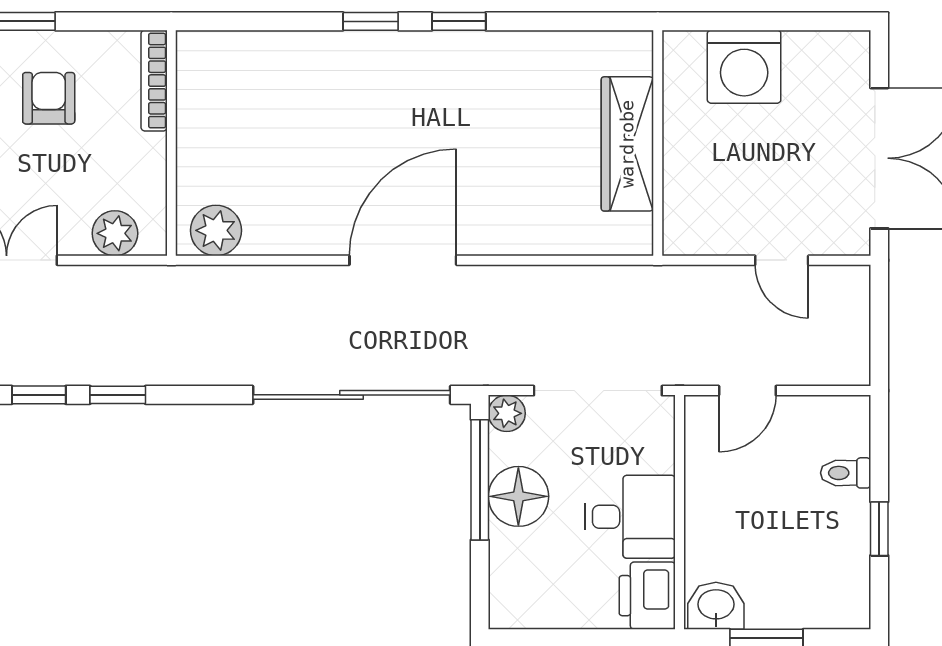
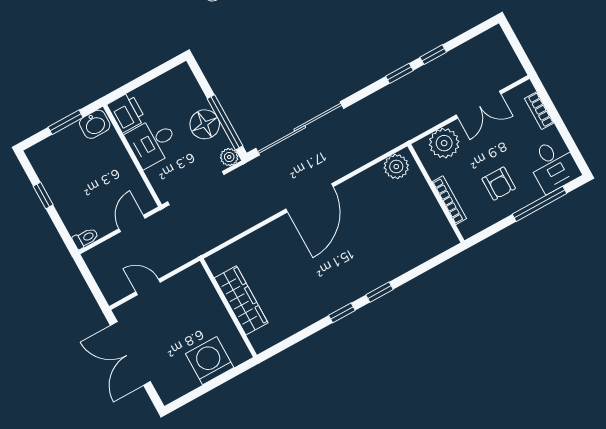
bookcase: (154, 81) -> (449, 200), moved
plant: (115, 233) -> (444, 143), width x1.36, depth x1.36
toilet: (846, 473) -> (85, 238), moved

